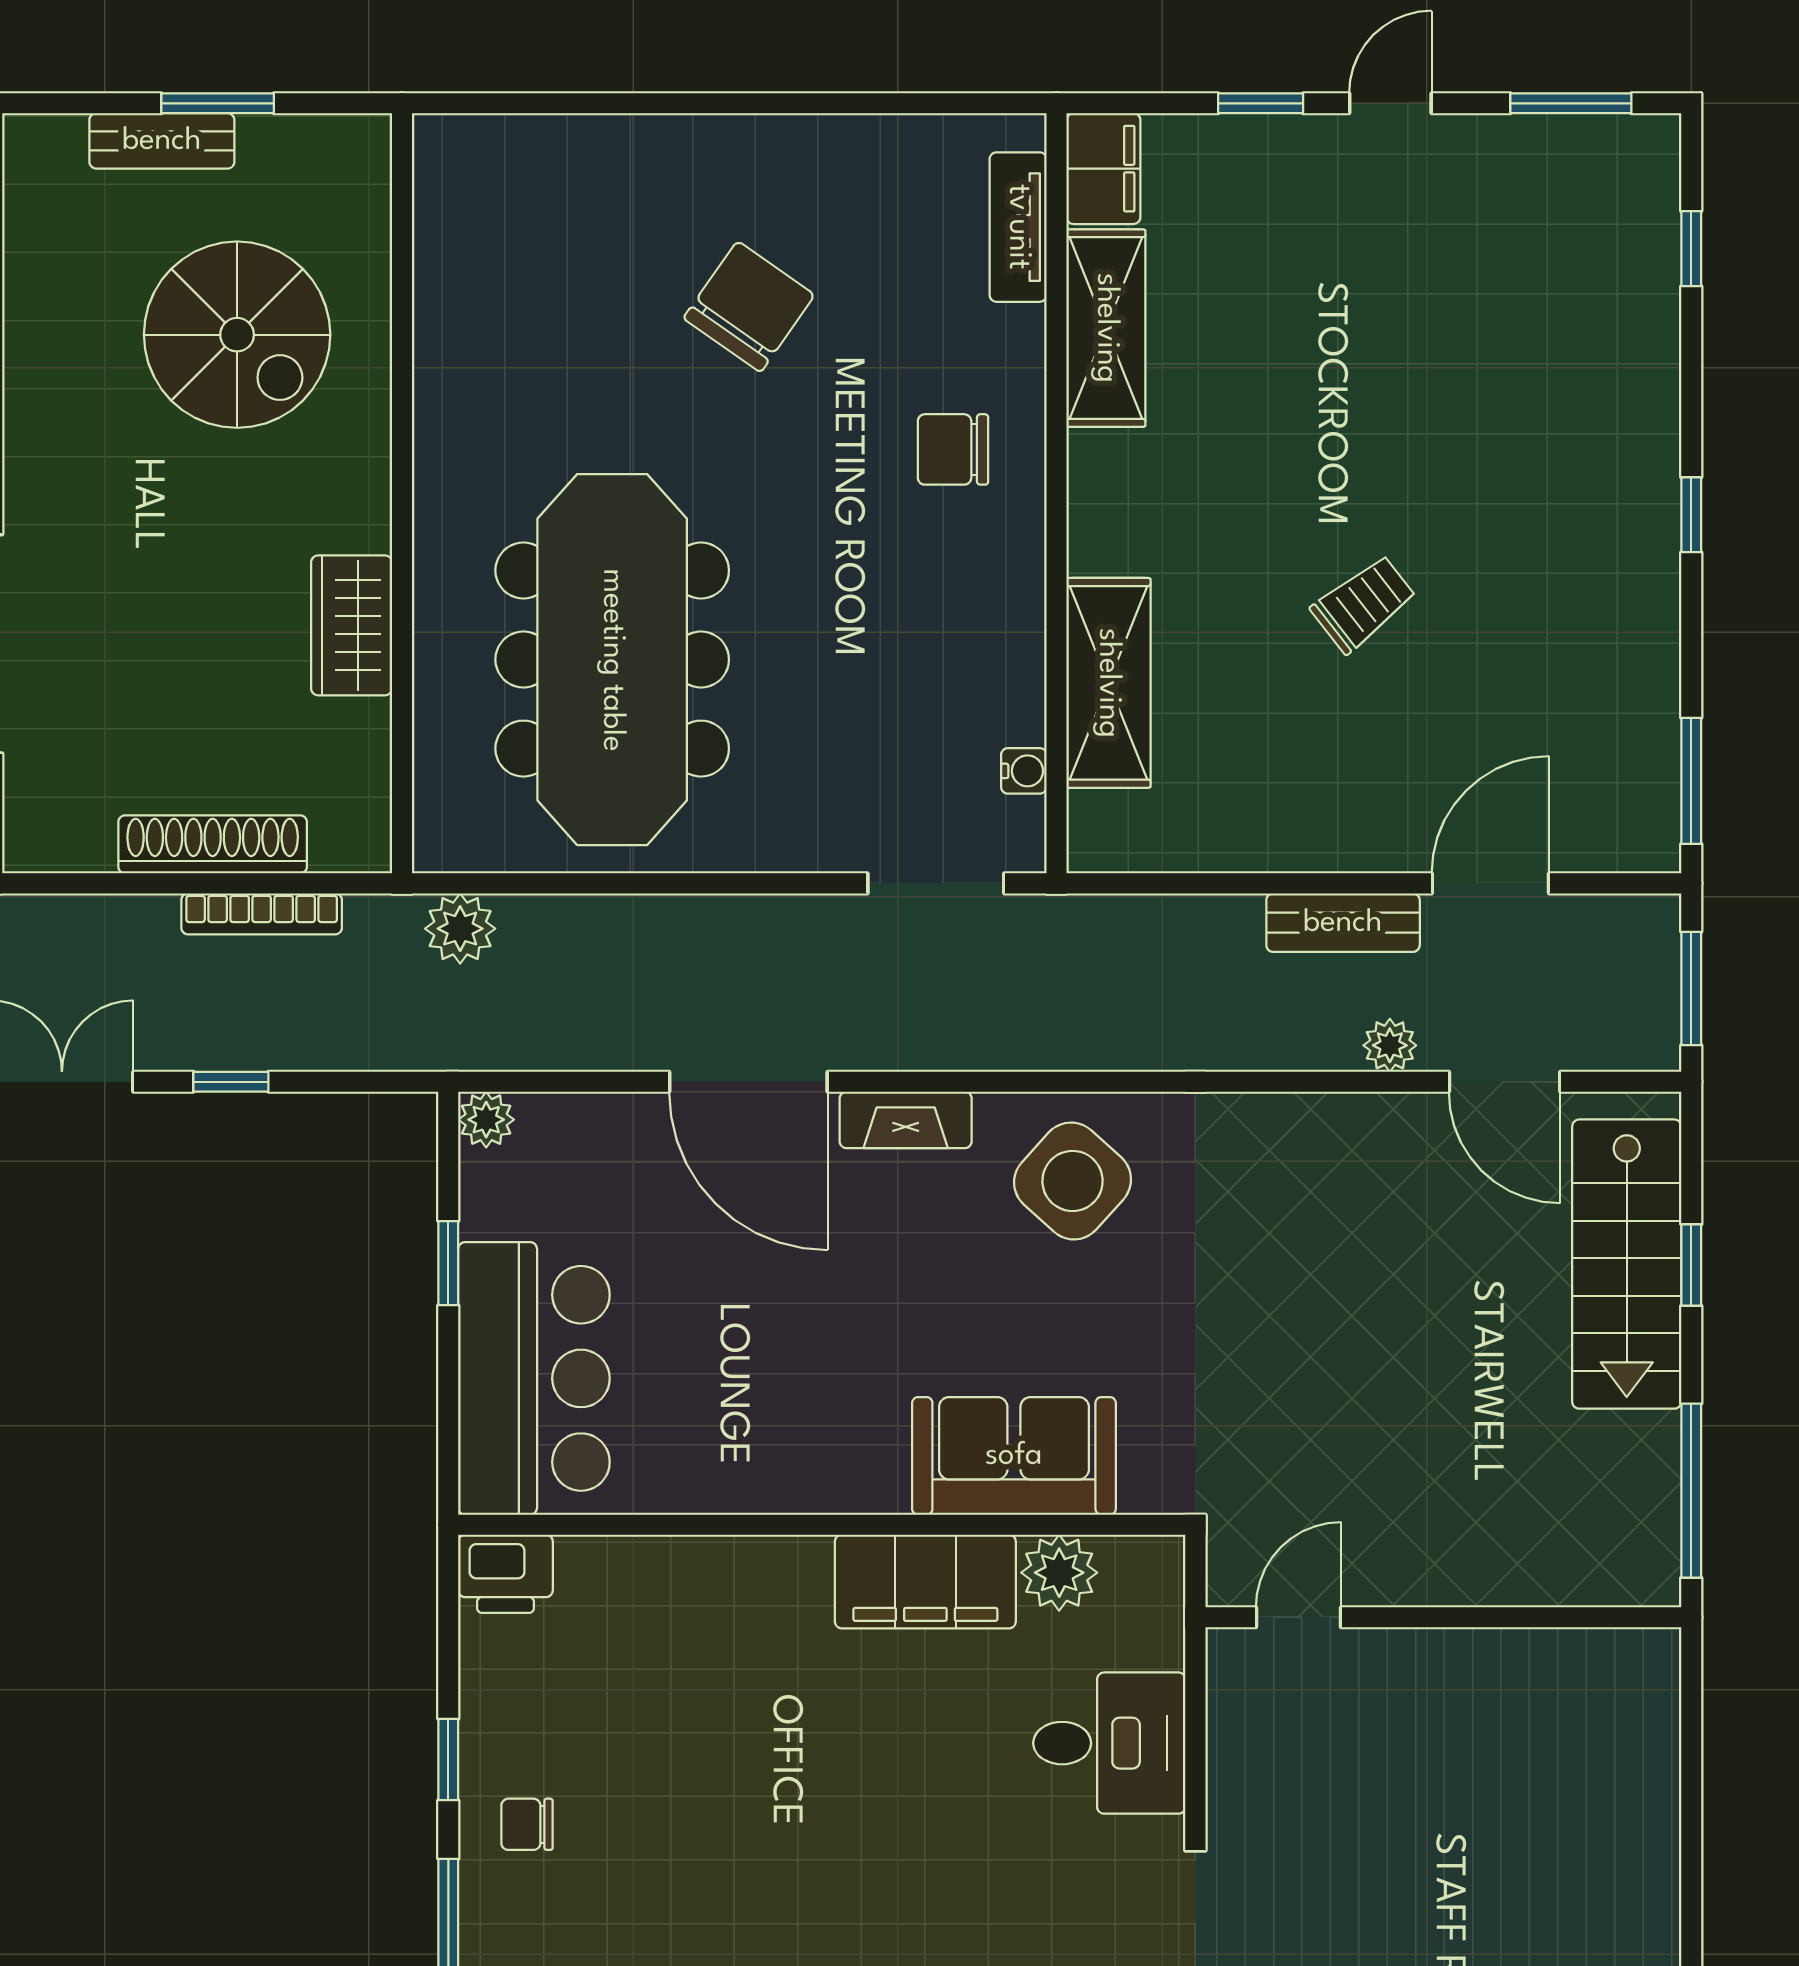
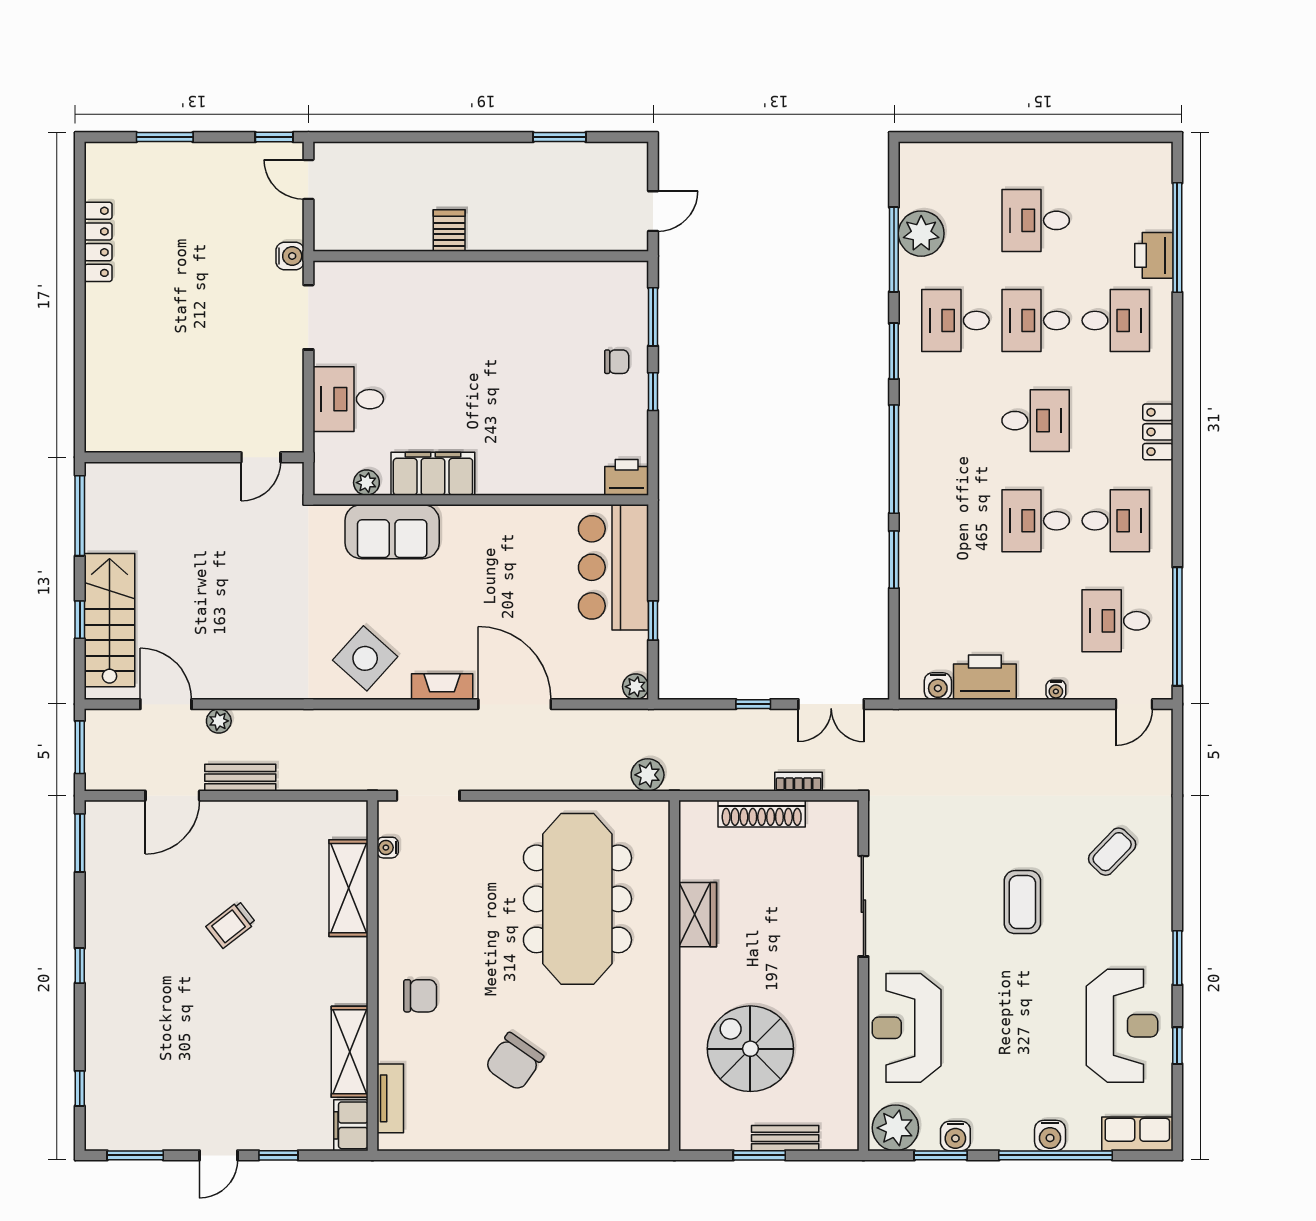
bookcase: (262, 914) -> (798, 782), moved, width x0.64
plant: (1059, 1573) -> (366, 483), width x0.73, depth x0.73

